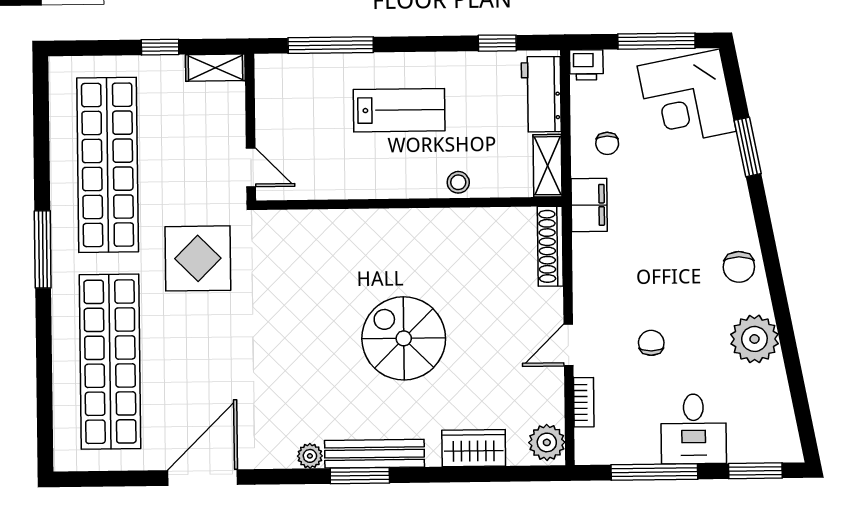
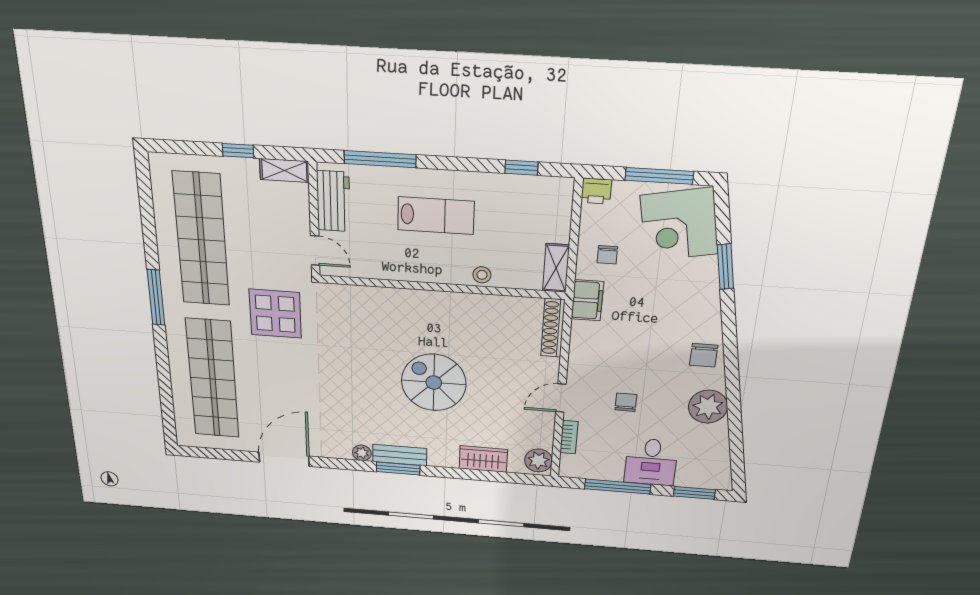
workbench: (541, 94) -> (333, 201), moved, turned 180
bench: (375, 454) -> (400, 455), width x0.73

